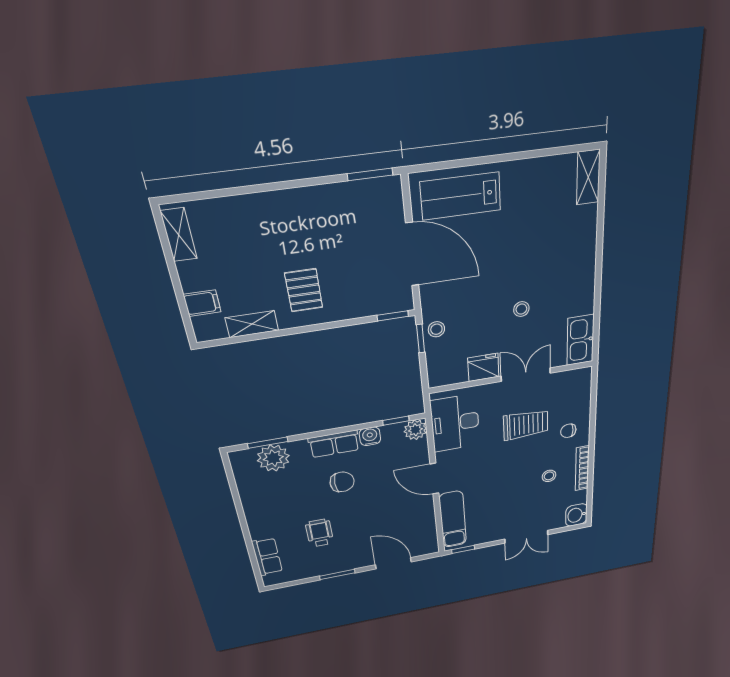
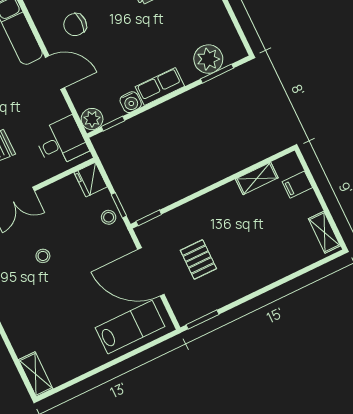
pallet: (304, 290) -> (198, 259), moved
fridge: (483, 367) -> (91, 180), moved, turned 90
desk: (455, 423) -> (61, 142), width x0.73
chair: (342, 482) -> (75, 25), moved

